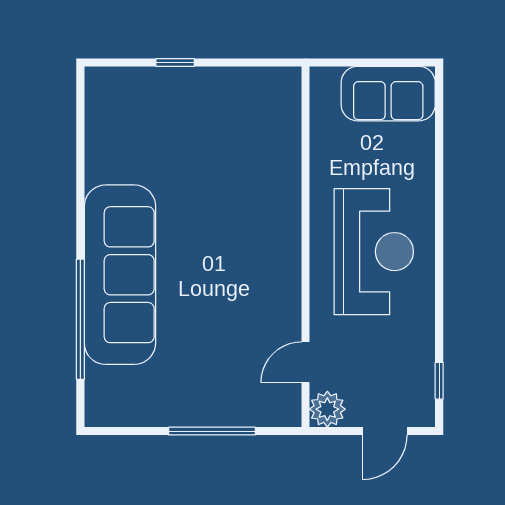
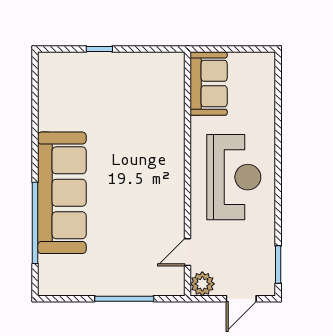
sofa: (388, 94) -> (209, 84), moved, turned -90
window: (439, 381) -> (278, 265), width x1.50

